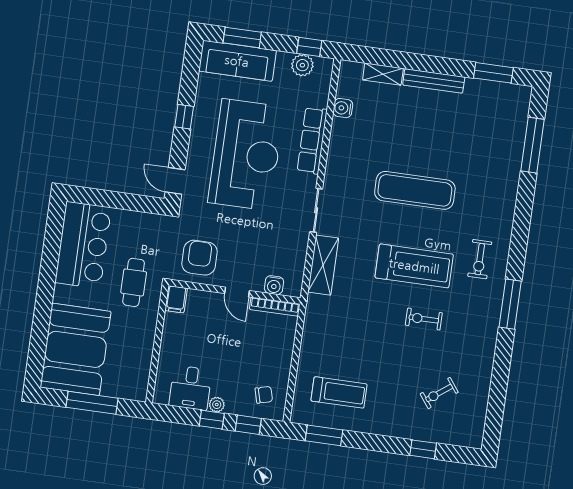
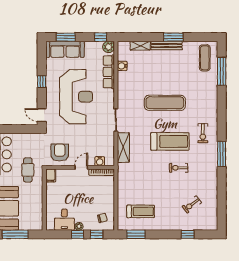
plant: (302, 65) -> (109, 47), moved
window: (493, 73) -> (173, 37), moved
exercise mat: (504, 115) -> (205, 58), added
row of seats: (312, 140) -> (109, 72), moved
door: (237, 292) -> (81, 167), swing flipped

